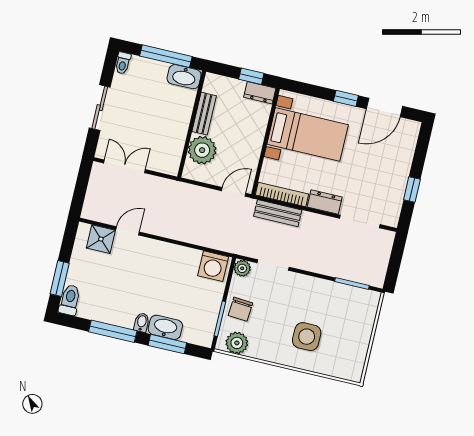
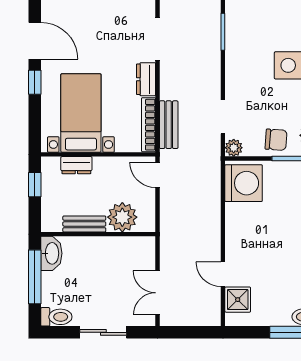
toilet: (123, 63) -> (56, 317), width x1.37, depth x1.39
dresser: (260, 93) -> (76, 165), moved, turned 90
washing machine: (213, 266) -> (244, 183), width x1.37, depth x1.37

